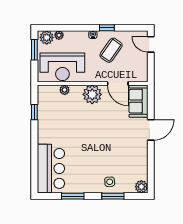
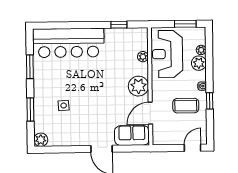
plant: (47, 37) -> (199, 63), moved
coffee table: (111, 50) -> (186, 106), turned -35
bar counter: (51, 168) -> (68, 43), width x1.36
side table: (110, 182) -> (64, 106), moved

